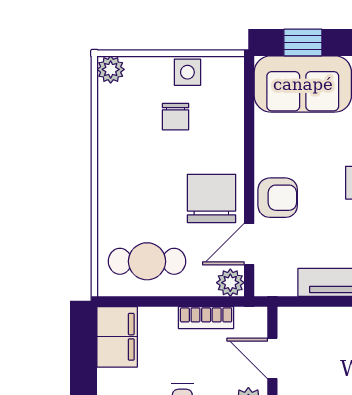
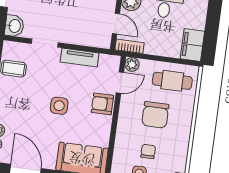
chair: (211, 198) -> (155, 115), moved
bookcase: (206, 318) -> (130, 46), moved

